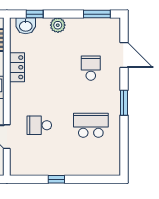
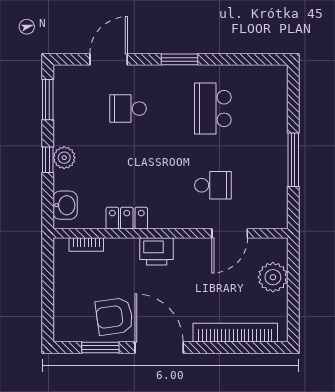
window: (35, 14) -> (48, 160), moved
school desk: (39, 125) -> (213, 185), turned -90
window: (56, 179) -> (293, 160), width x2.17

